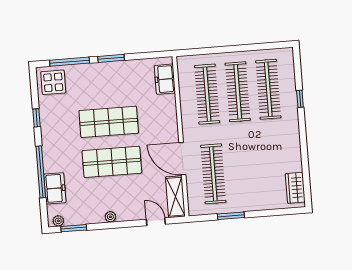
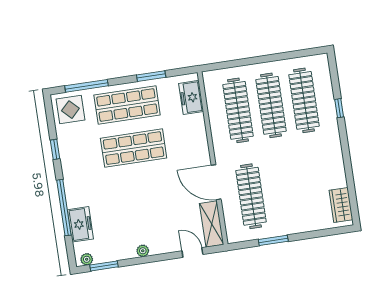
window: (111, 58) -> (151, 76), moved
shop shelf: (112, 162) -> (127, 105), moved

